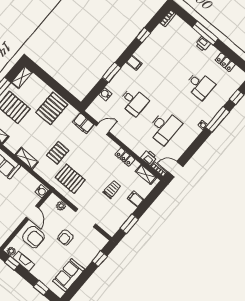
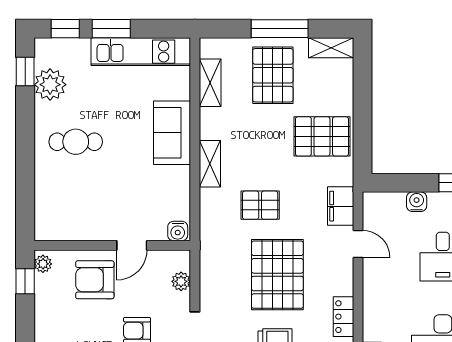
pallet: (70, 179) -> (277, 275), moved, width x1.37, depth x1.41
armchair: (33, 237) -> (95, 280), turned 90
fireplace: (23, 261) -> (43, 296), removed

